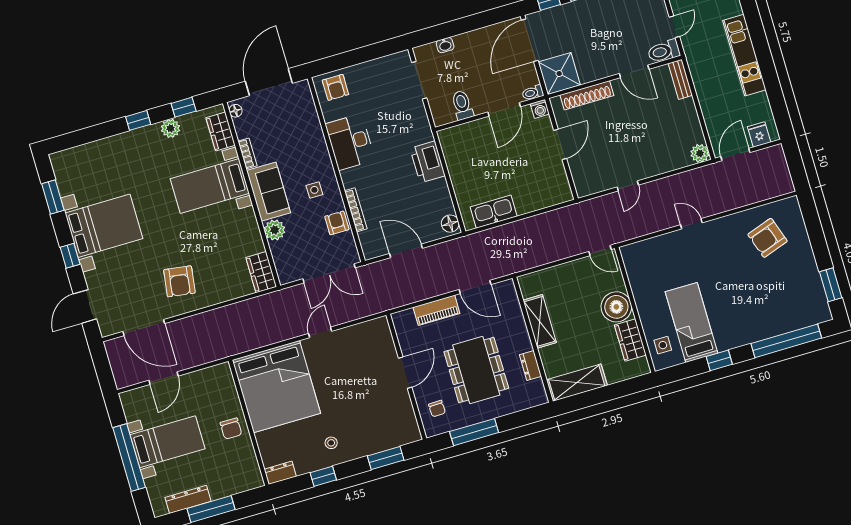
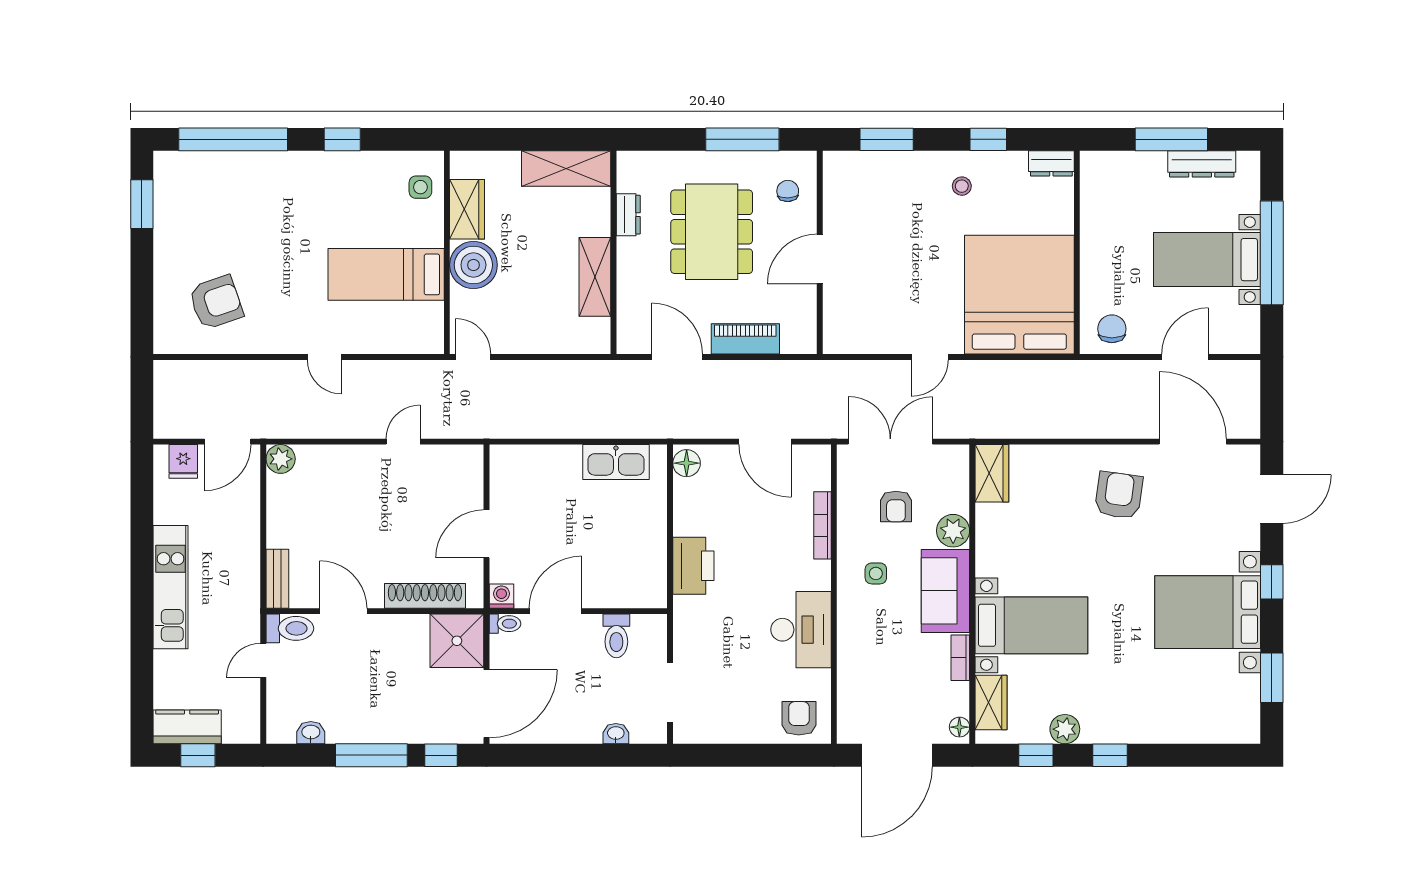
armchair: (337, 223) -> (896, 506), moved
bed: (691, 322) -> (386, 274), moved, turned 90
chair: (231, 429) -> (1112, 329), moved

